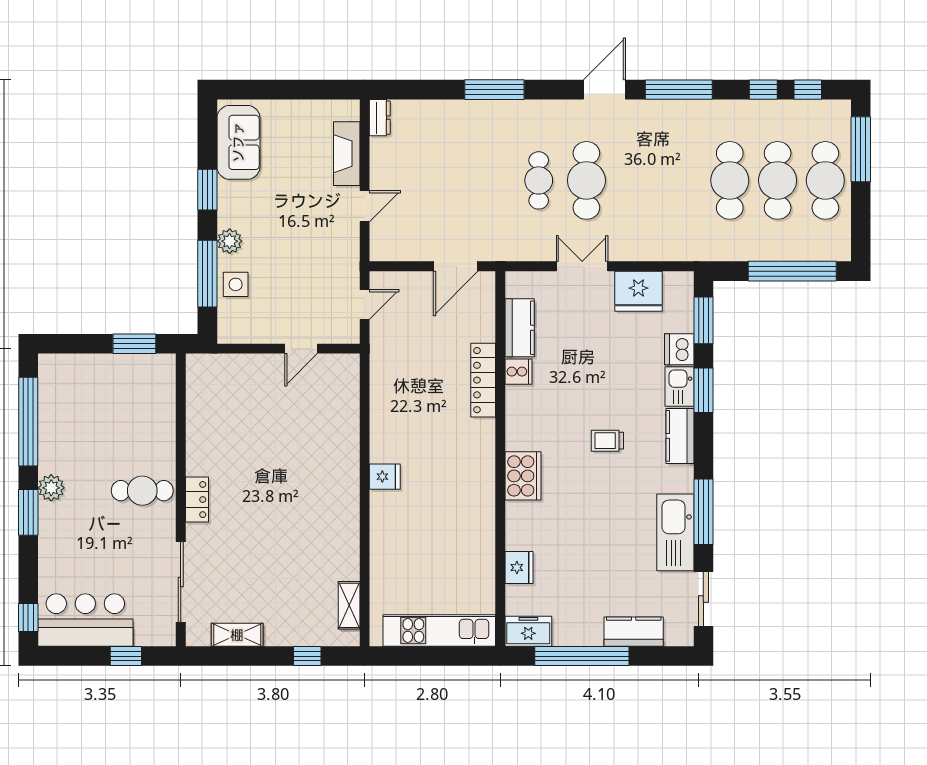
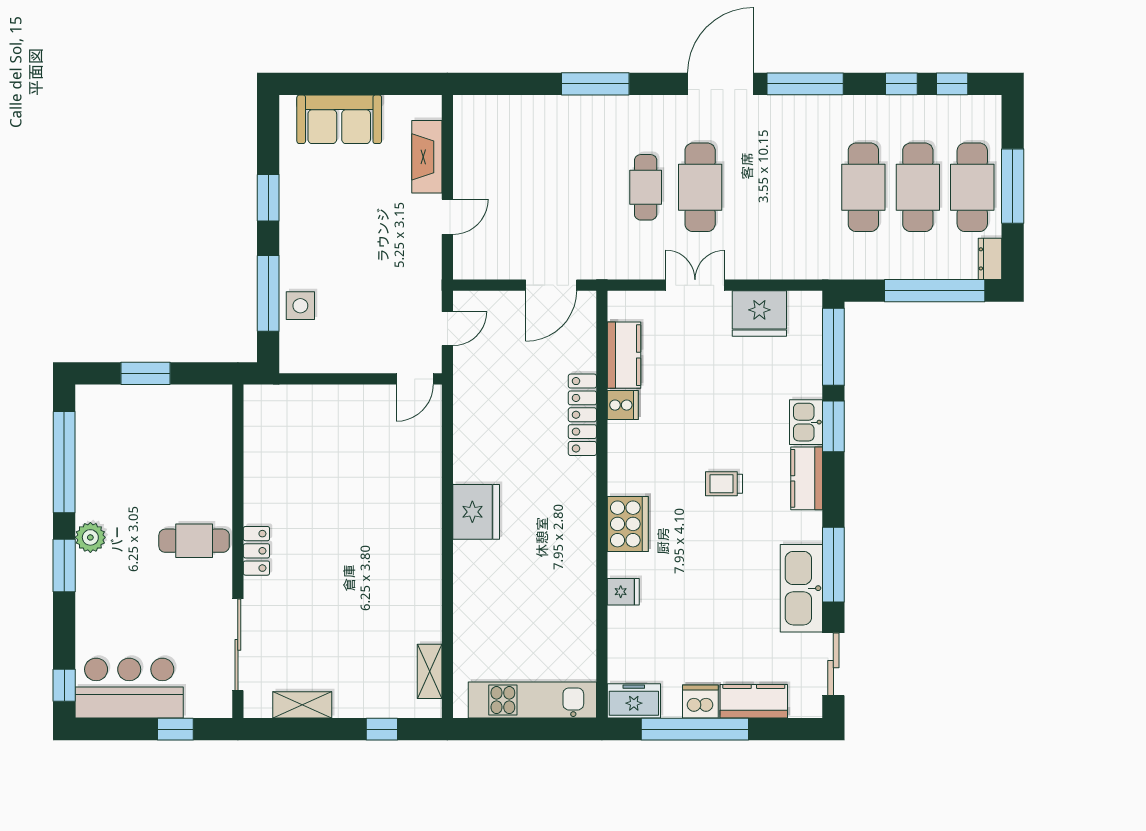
door: (604, 90) -> (721, 84), width x1.36
dresser: (380, 118) -> (990, 259), moved, turned 180
sofa: (238, 142) -> (339, 119), moved, turned 90
window: (861, 149) -> (1013, 186), moved
plant: (230, 241) -> (294, 257), removed
window: (703, 320) -> (833, 347), width x1.44
window: (134, 344) -> (145, 373), moved
door: (301, 349) -> (415, 379), moved
dishwasher: (679, 349) -> (700, 701), moved, turned 90
fridge: (385, 477) -> (476, 512), width x1.88, depth x1.34
fridge: (519, 568) -> (623, 592), moved, width x0.72

